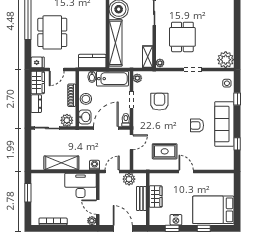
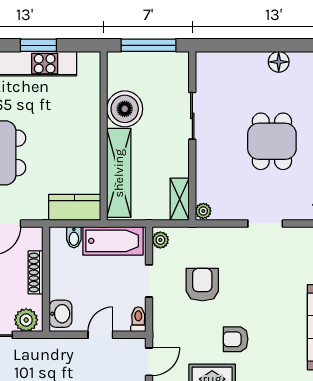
dining table: (182, 37) -> (272, 141), moved
stool: (86, 99) -> (62, 279), removed
armchair: (197, 125) -> (236, 339), moved
door: (106, 128) -> (100, 335), width x0.53

